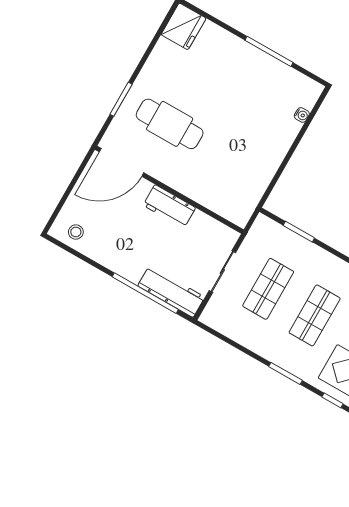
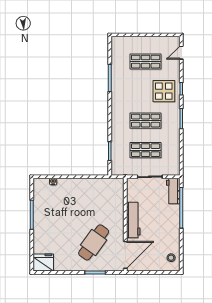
cafe table: (170, 124) -> (94, 242), turned 36
door: (122, 162) -> (125, 255), hinge flipped
workbench: (169, 206) -> (133, 220), width x1.38
workbench: (171, 291) -> (173, 191), width x0.73

